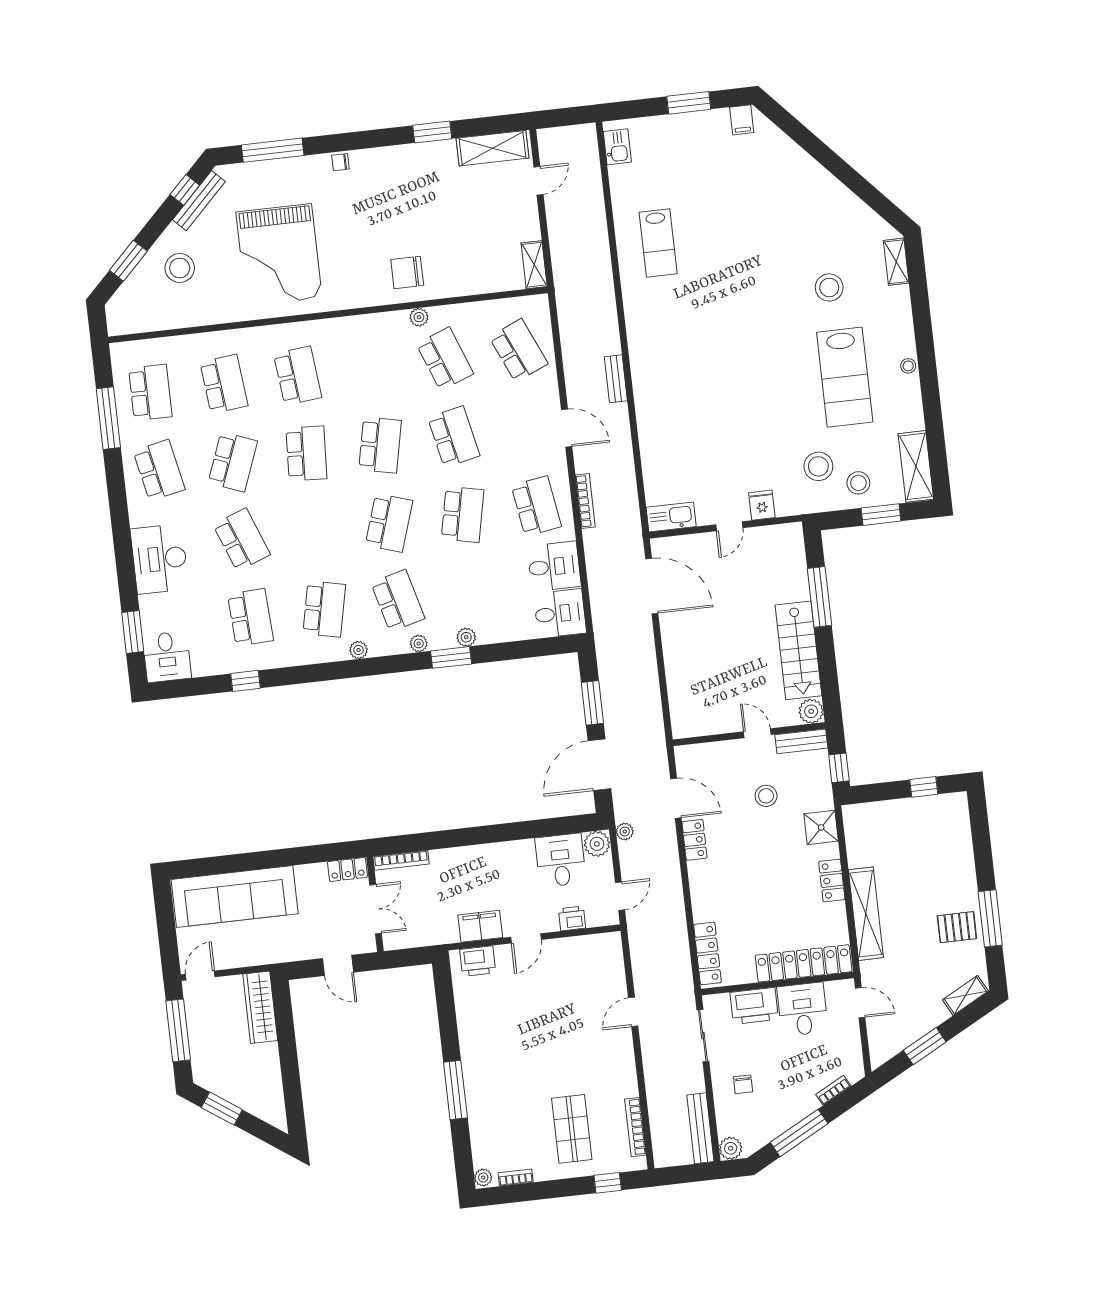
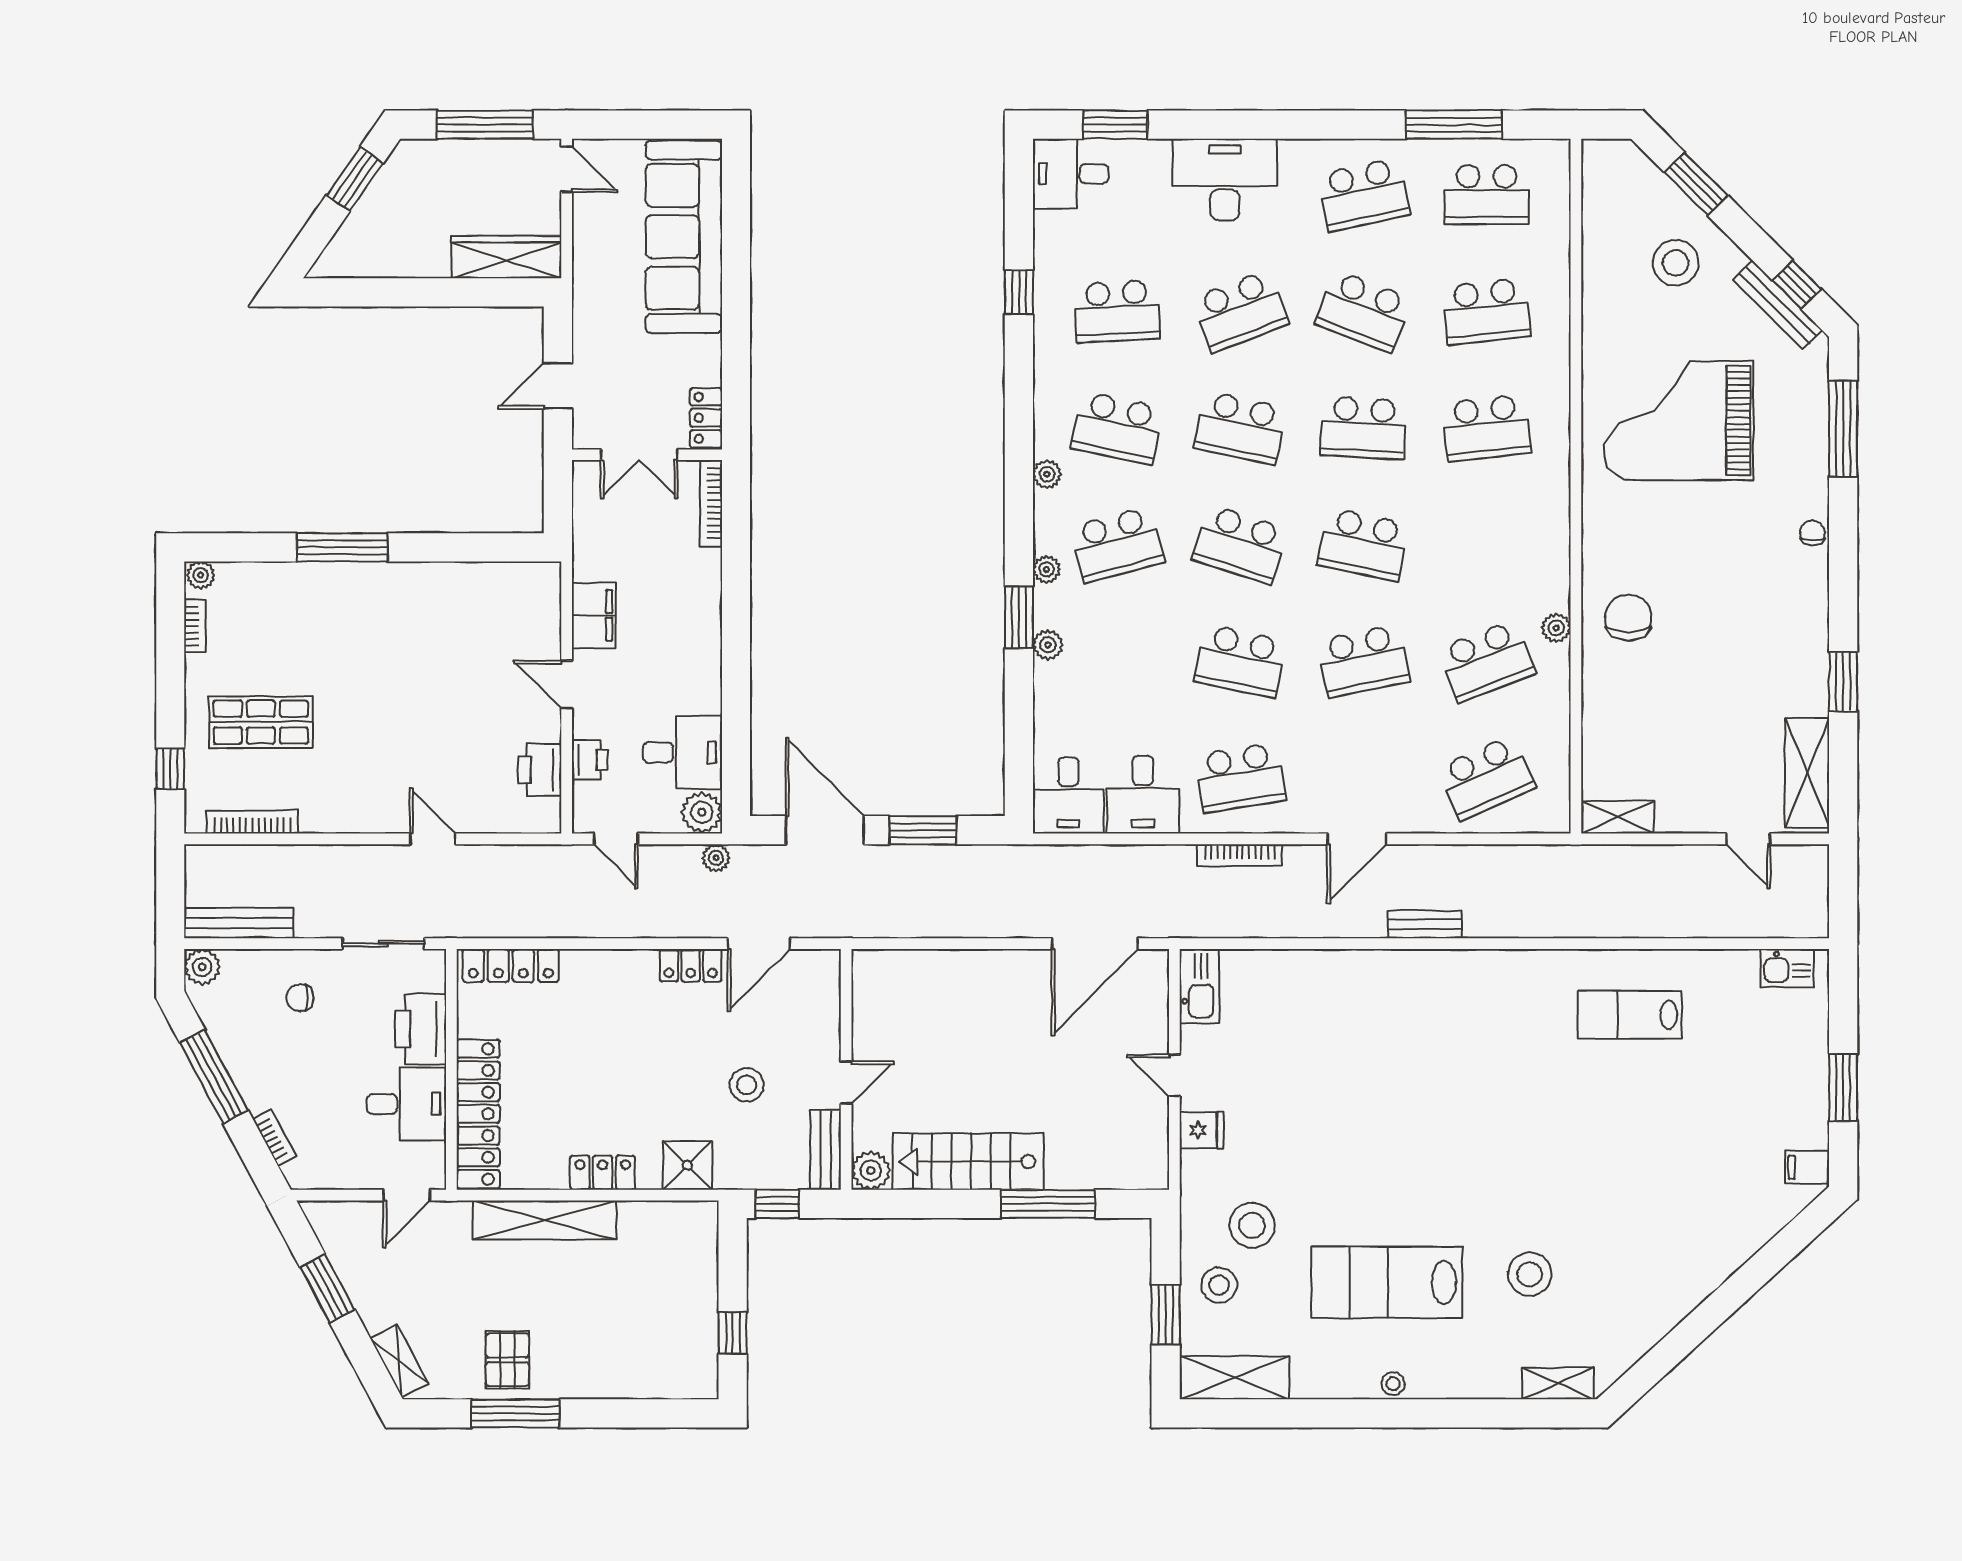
school desk: (315, 531) -> (1240, 428), added
printer: (478, 961) -> (540, 770), moved

